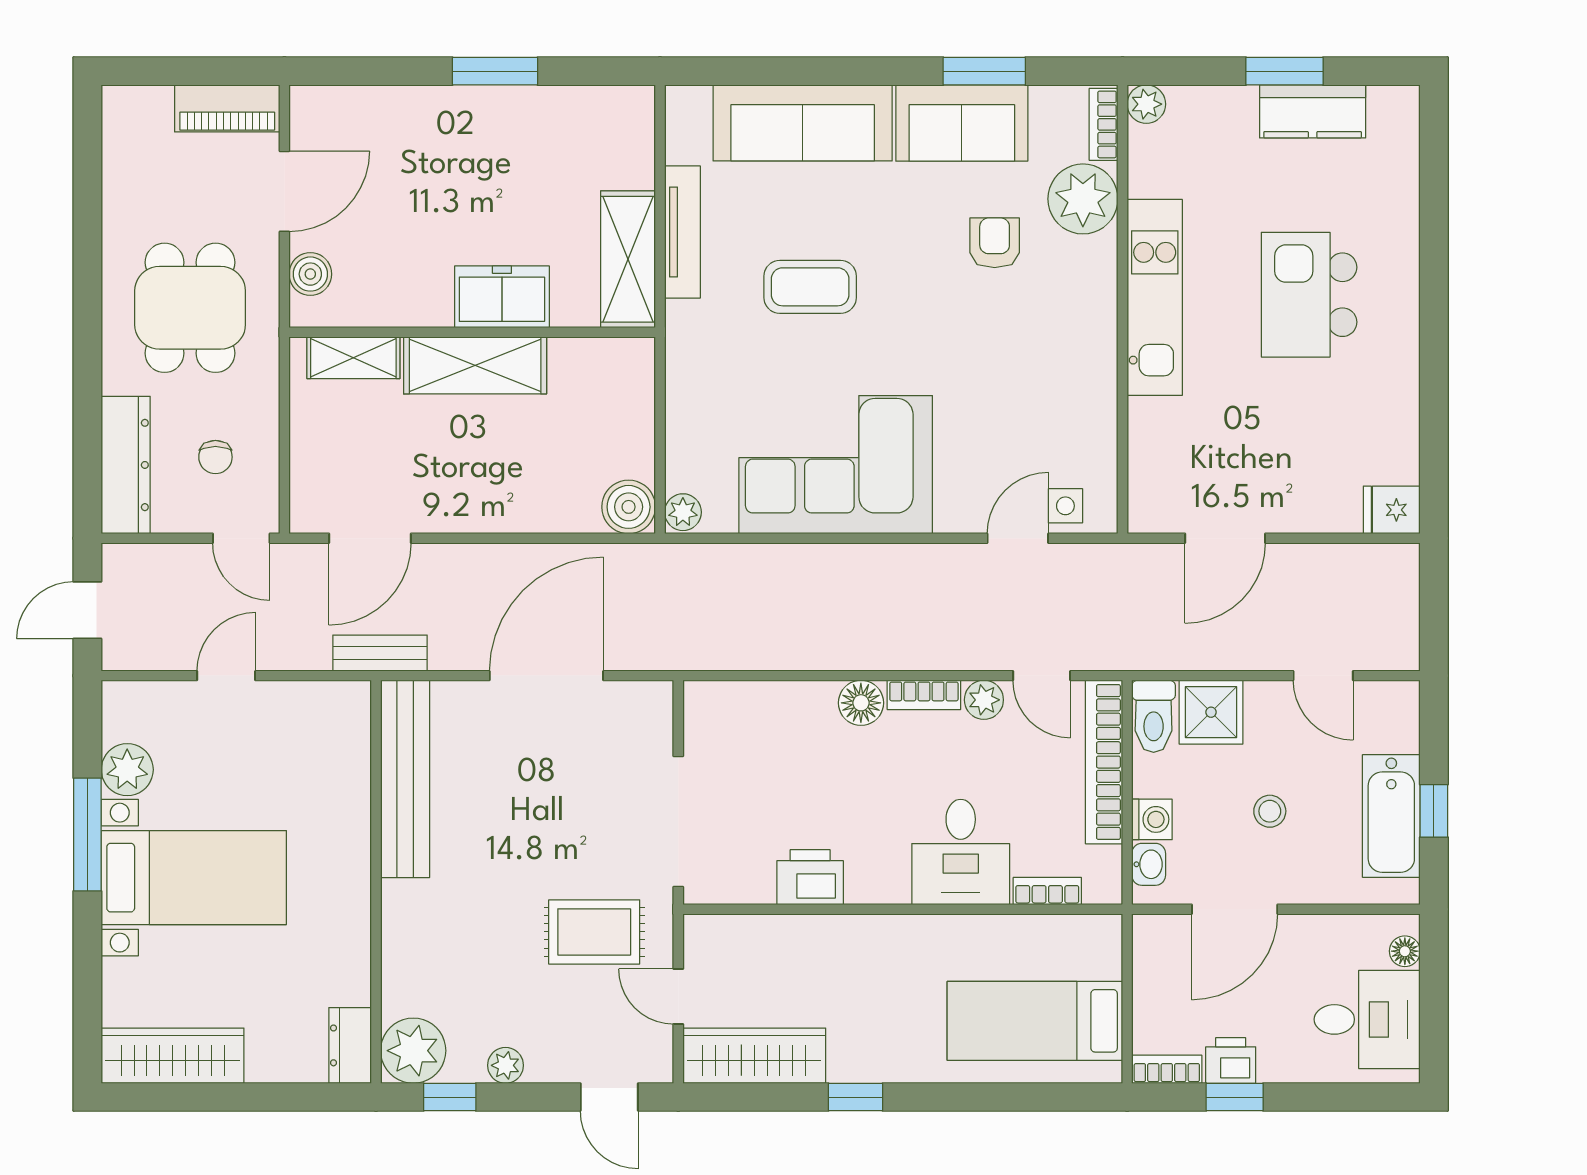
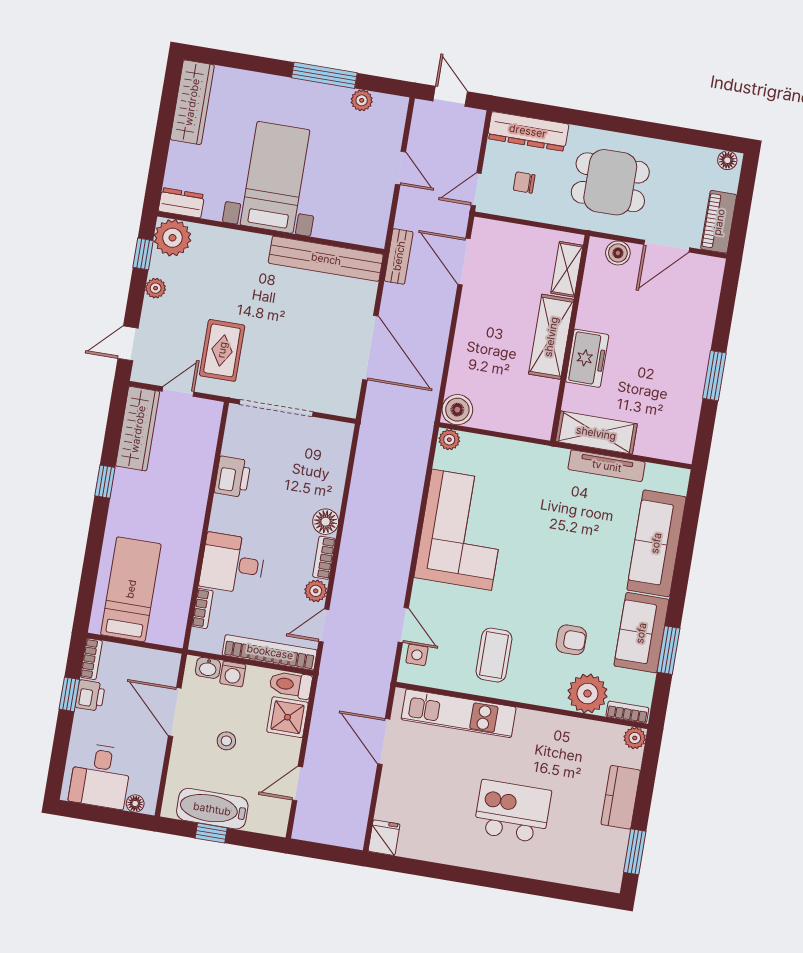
window: (1285, 71) -> (635, 852), moved
floor lamp: (118, 111) -> (727, 160), added
kitchen counter: (1313, 111) -> (621, 797), moved
door: (284, 191) -> (667, 246), hinge flipped
coffee table: (810, 287) -> (494, 655), moved
kitchen unit: (1155, 297) -> (459, 713), moved
plant: (127, 770) -> (362, 100), width x0.73, depth x0.73
bed with nightstands: (194, 878) -> (275, 177), moved, turned 180

